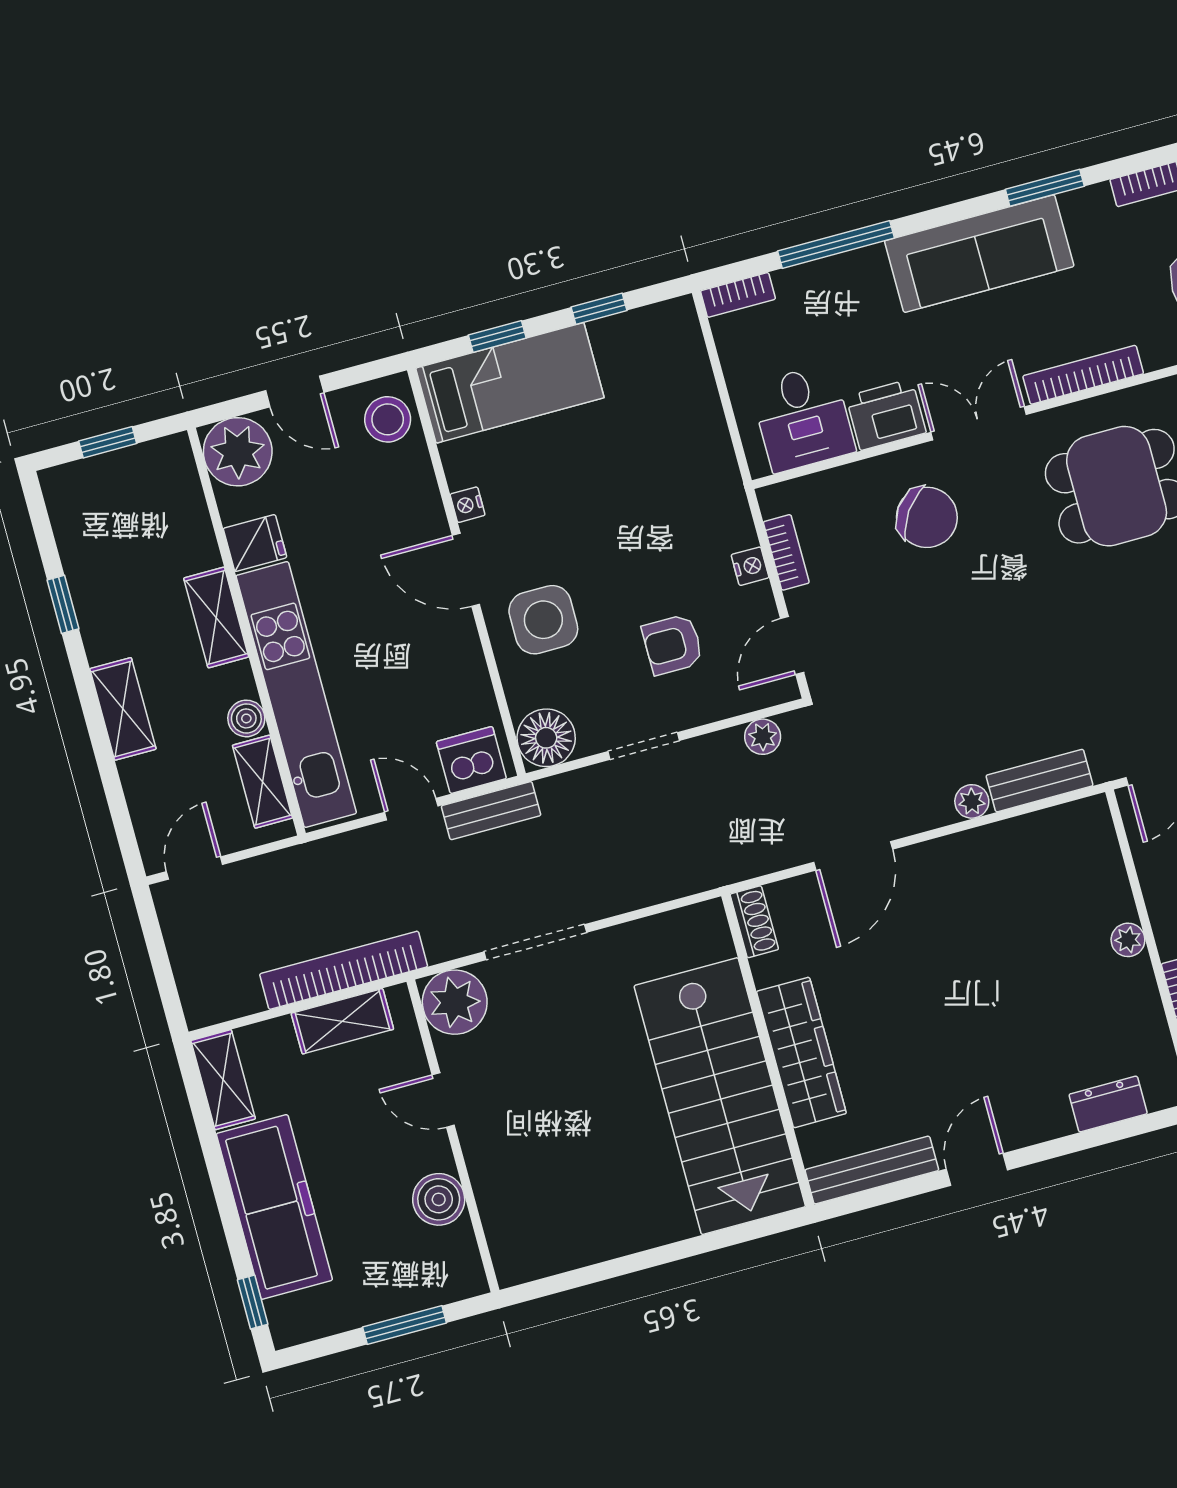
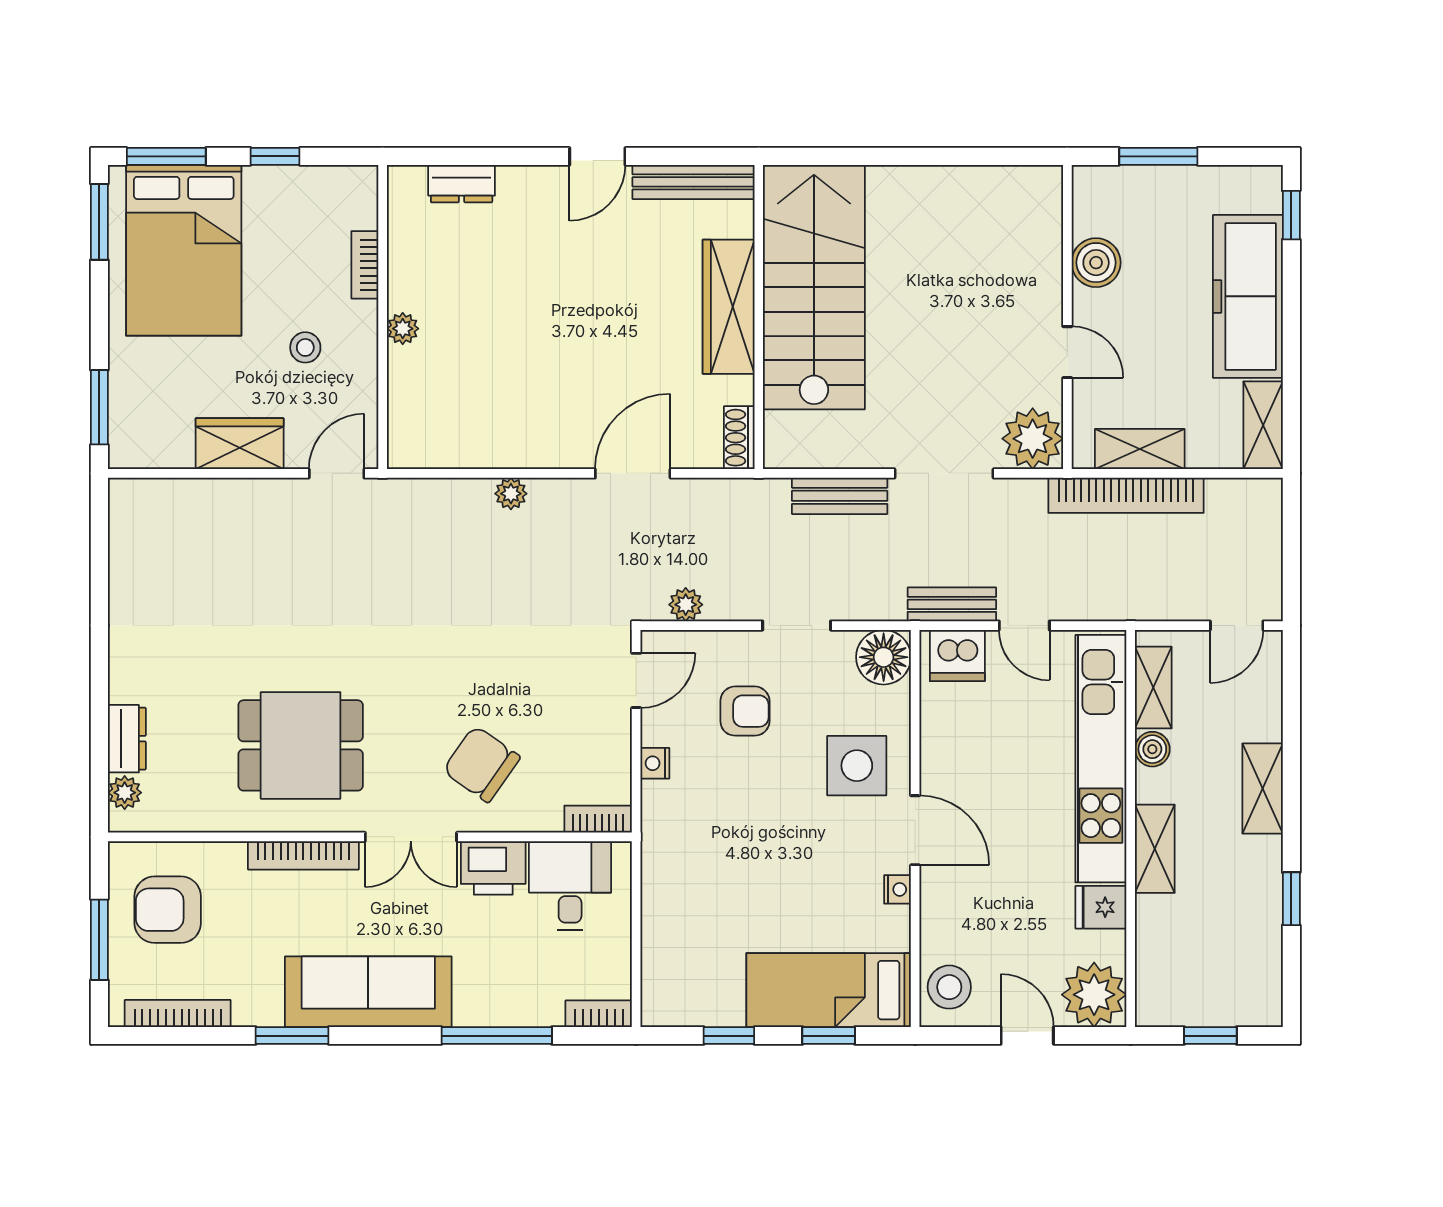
bookcase: (786, 552) -> (598, 819), moved, turned 90
bench: (1039, 781) -> (840, 496), moved

